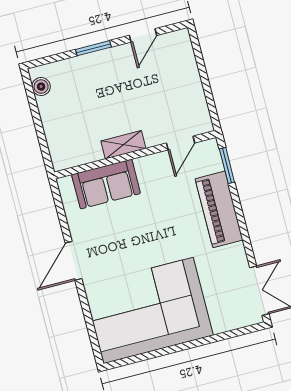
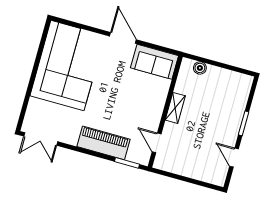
boiler: (41, 87) -> (200, 68), moved
sofa: (106, 184) -> (155, 62), moved, turned -90

